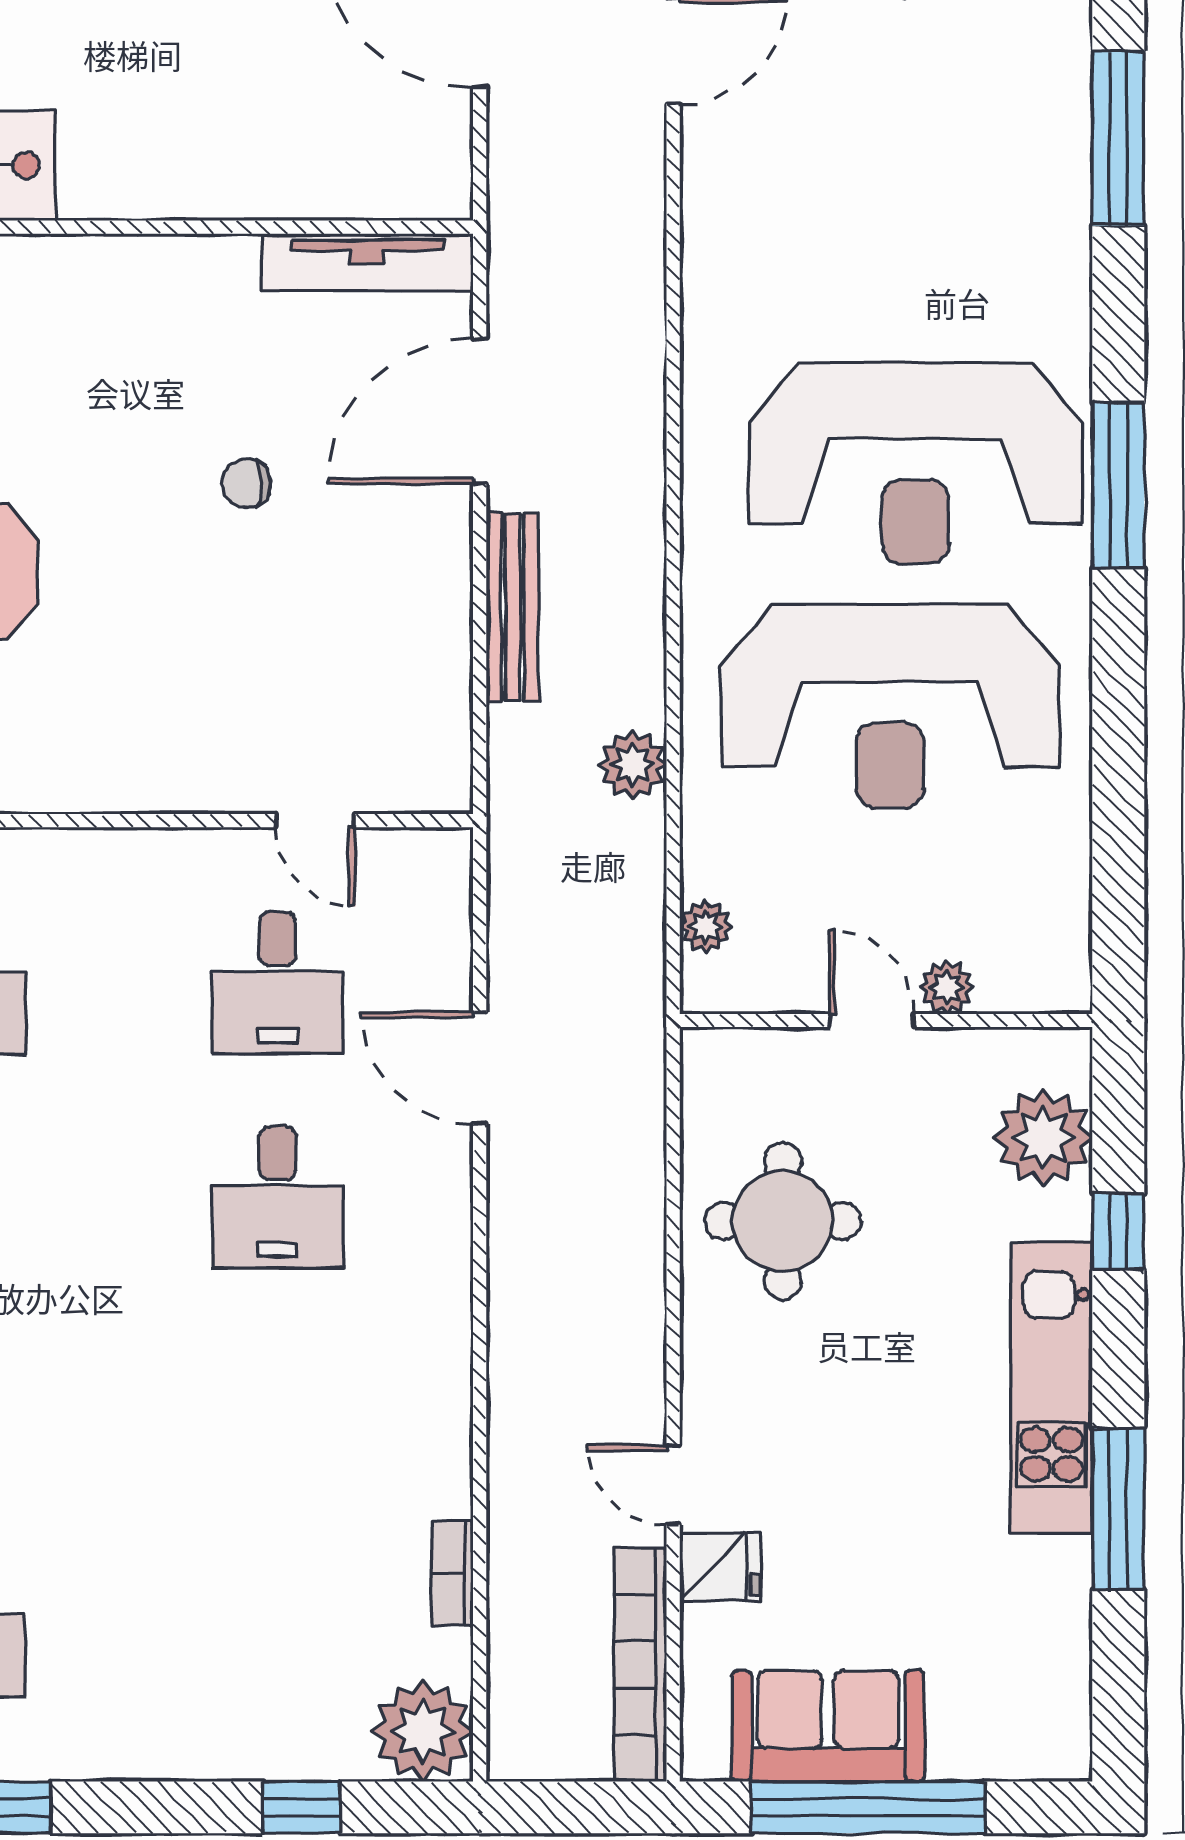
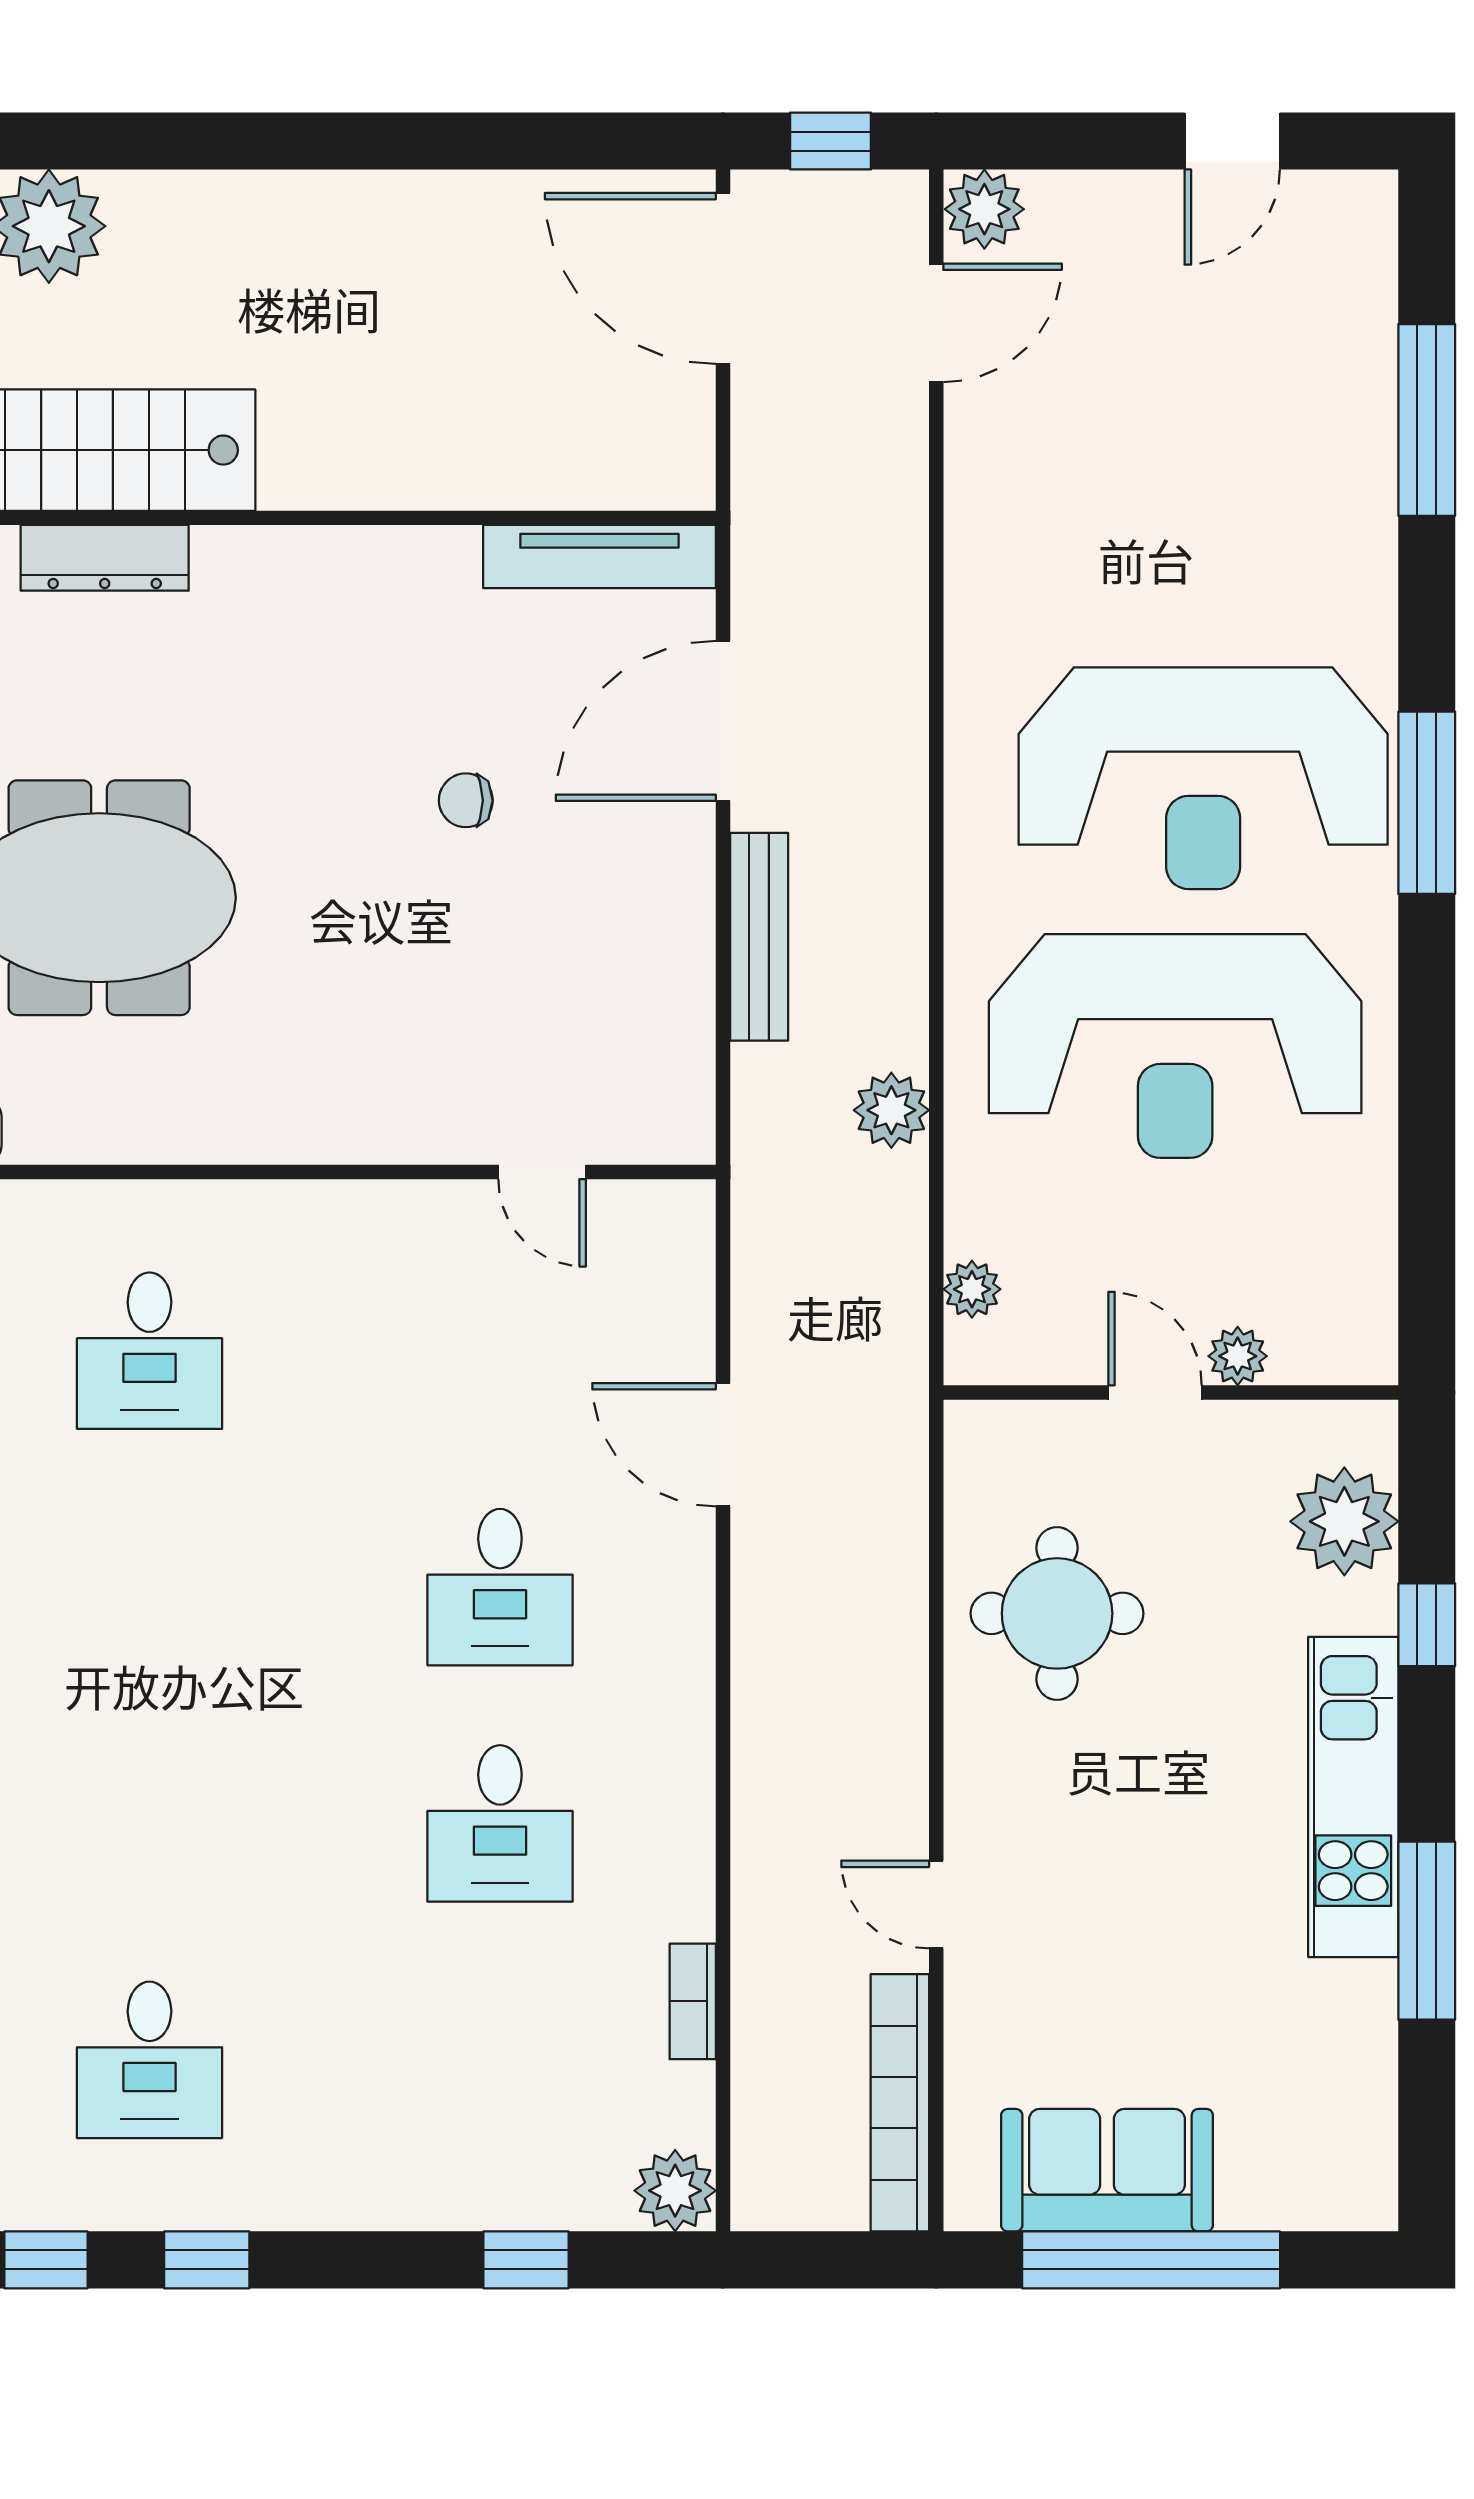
desk: (277, 983) -> (500, 1823), moved
fridge: (720, 1567) -> (988, 1995), removed
plant: (423, 1731) -> (675, 2191), width x0.73, depth x0.73

